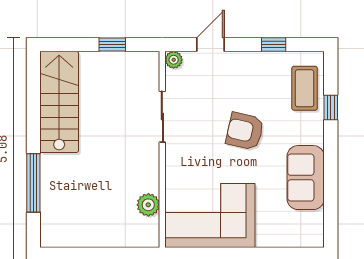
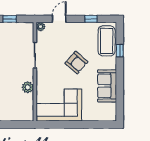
coffee table: (305, 88) -> (107, 41), width x1.36, depth x1.32
armchair: (245, 131) -> (76, 63), turned -152
plant: (148, 205) -> (28, 87), moved

